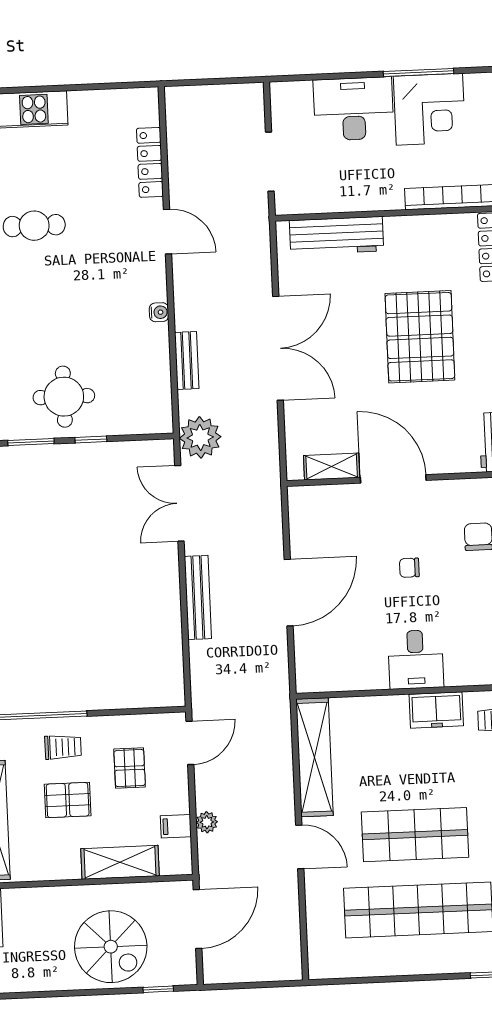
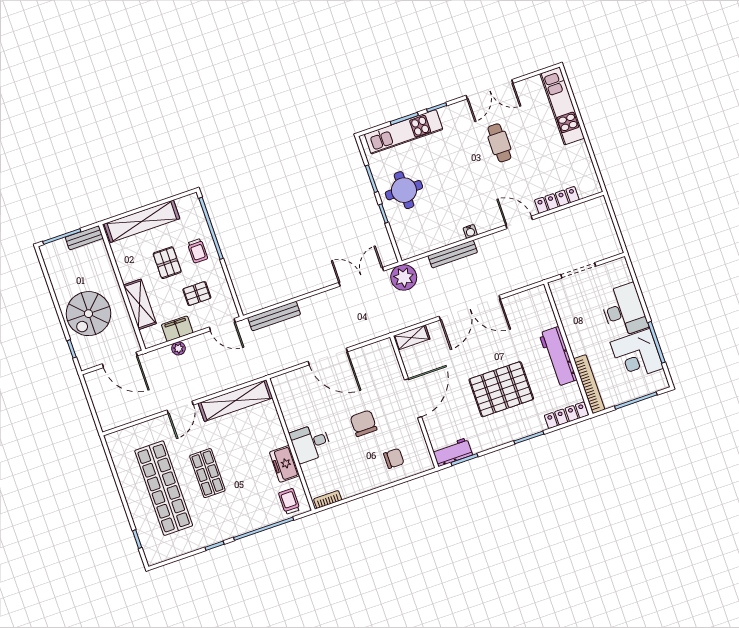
door: (168, 232) -> (519, 222), swing flipped
workbench: (337, 236) -> (558, 356), moved
bench: (187, 361) -> (453, 254), width x1.36
shelving: (332, 467) -> (412, 337), moved, turned 90
chair: (409, 568) -> (364, 423), width x1.87, depth x1.87
bench: (198, 598) -> (274, 316), moved
filing cabinet: (176, 826) -> (177, 329), width x2.00
shop shelf: (415, 835) -> (207, 473), width x0.70, depth x0.74

